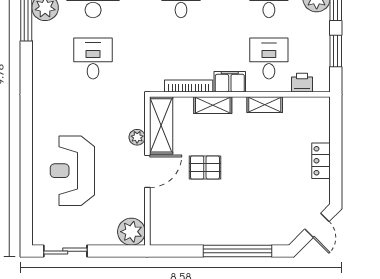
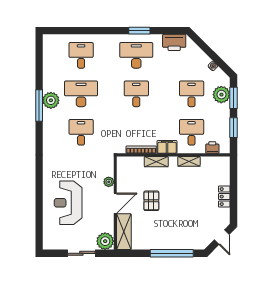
shelving: (161, 125) -> (124, 232), moved
pallet: (205, 167) -> (151, 201), turned 90
sliding door: (65, 251) -> (81, 253), moved

